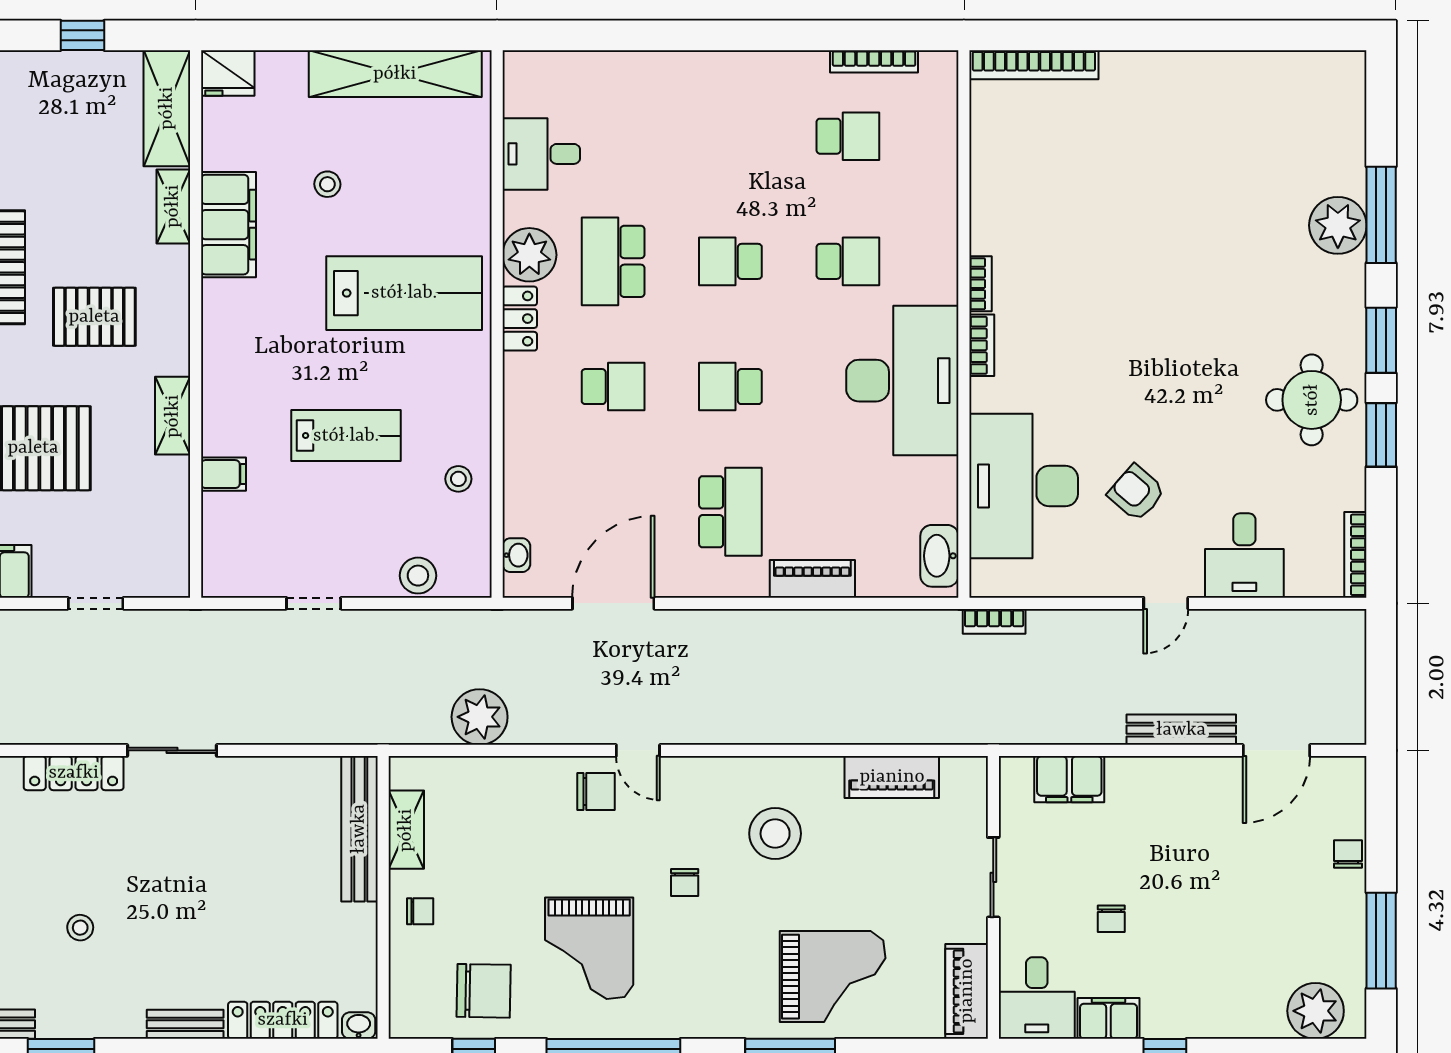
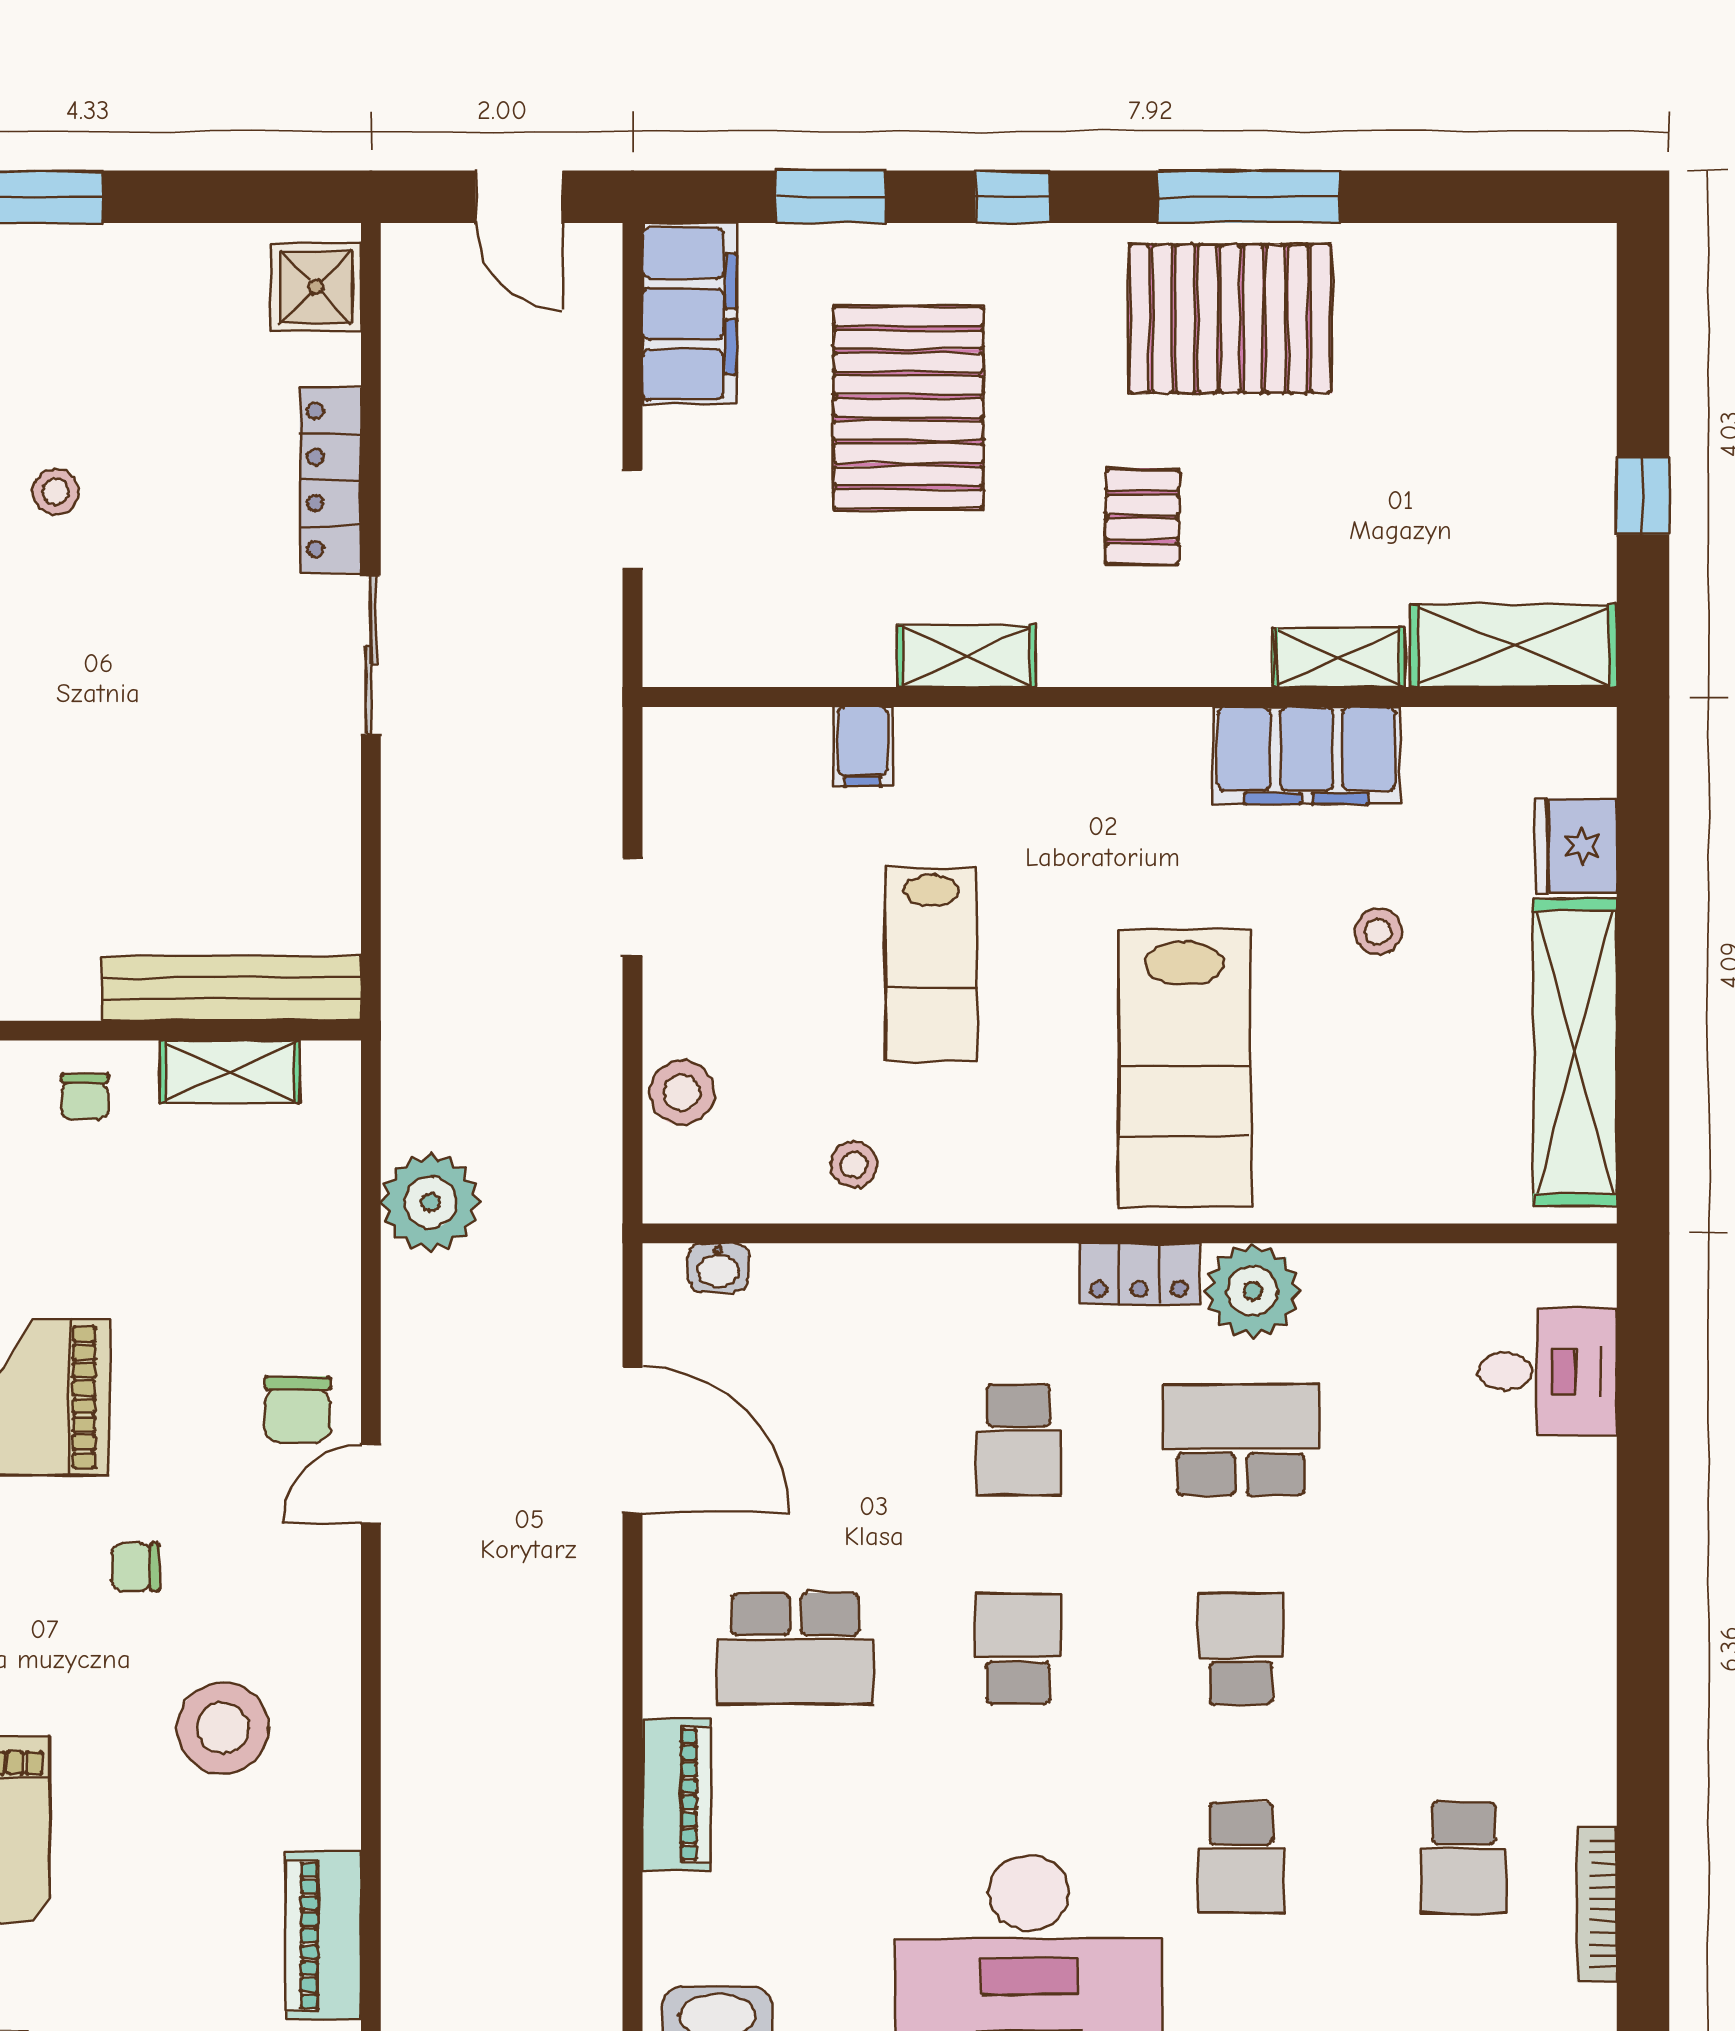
fridge: (228, 73) -> (1576, 846), moved
desk: (541, 154) -> (1548, 1372), moved, turned 90
pallet: (94, 317) -> (1142, 517), width x0.67, depth x0.71

